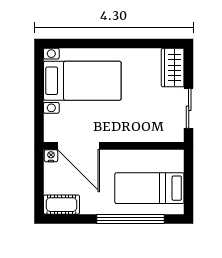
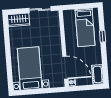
door: (79, 146) -> (65, 68), hinge flipped
window: (131, 219) -> (103, 36), width x0.32

